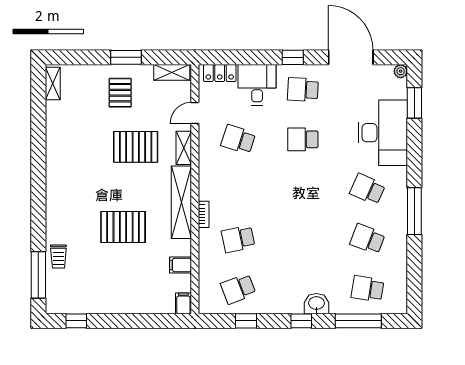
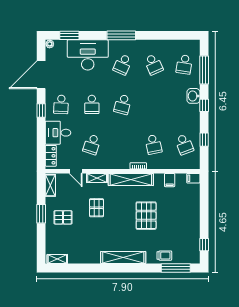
pallet: (136, 147) -> (96, 208), width x0.67, depth x0.71
school desk: (303, 189) -> (123, 104), added
shelving: (55, 190) -> (123, 257), added
window: (414, 211) -> (121, 35), moved
school desk: (368, 239) -> (153, 64), turned -45

